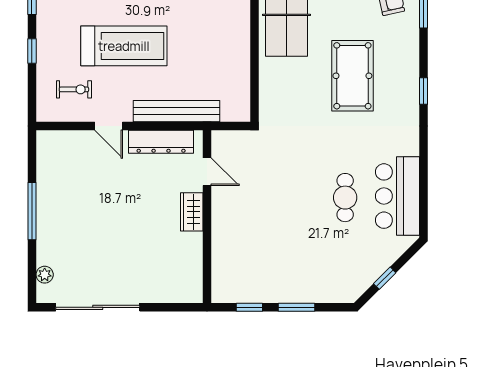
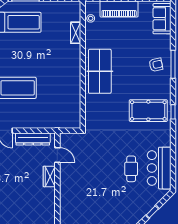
pool table: (352, 76) -> (148, 111), moved, turned 90
bench: (176, 111) -> (41, 123), removed

